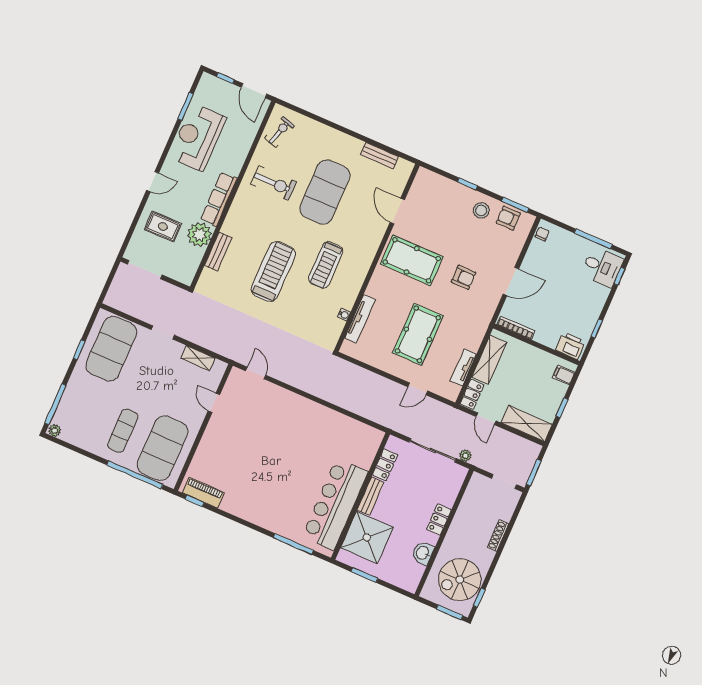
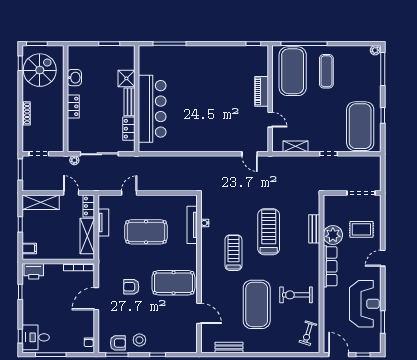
treadmill: (273, 271) -> (269, 232), turned 180
pool table: (418, 334) -> (146, 232), turned 90
piano: (203, 493) -> (262, 91), moved, turned 90
bar counter: (335, 504) -> (152, 109), moved
shower: (367, 537) -> (126, 78), width x0.54, depth x0.54

